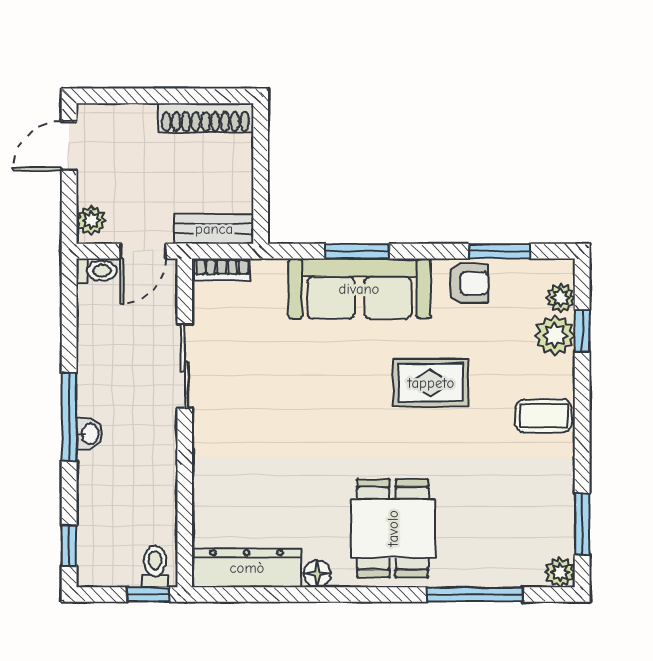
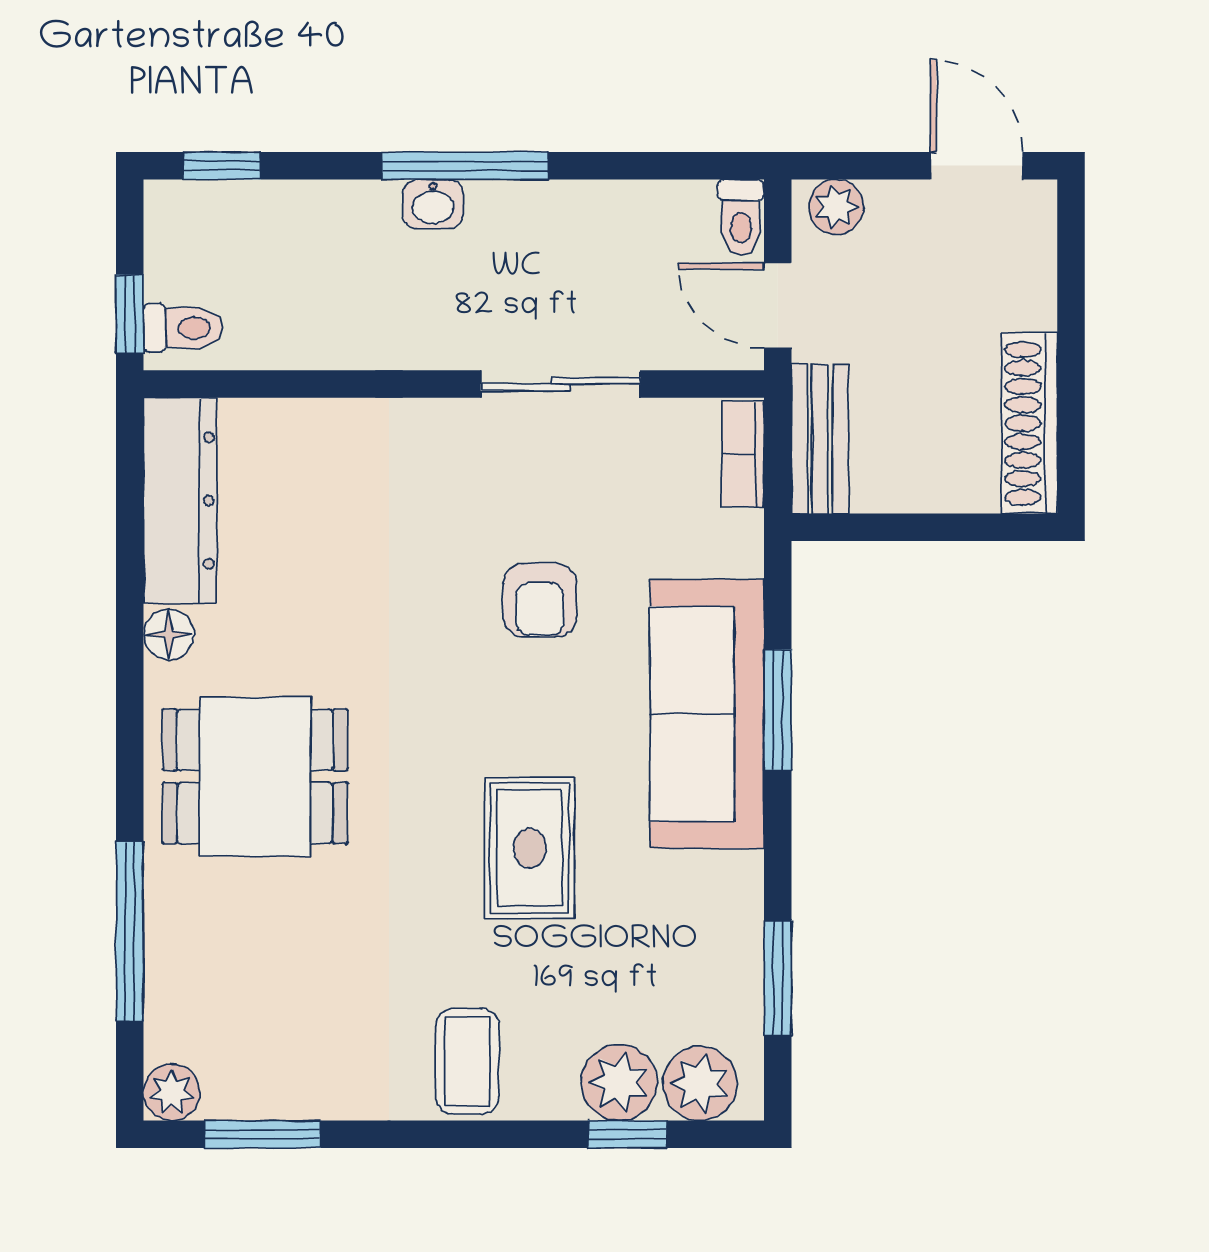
armchair: (469, 283) -> (540, 600), moved
plant: (561, 298) -> (700, 1084), width x1.38, depth x1.38

